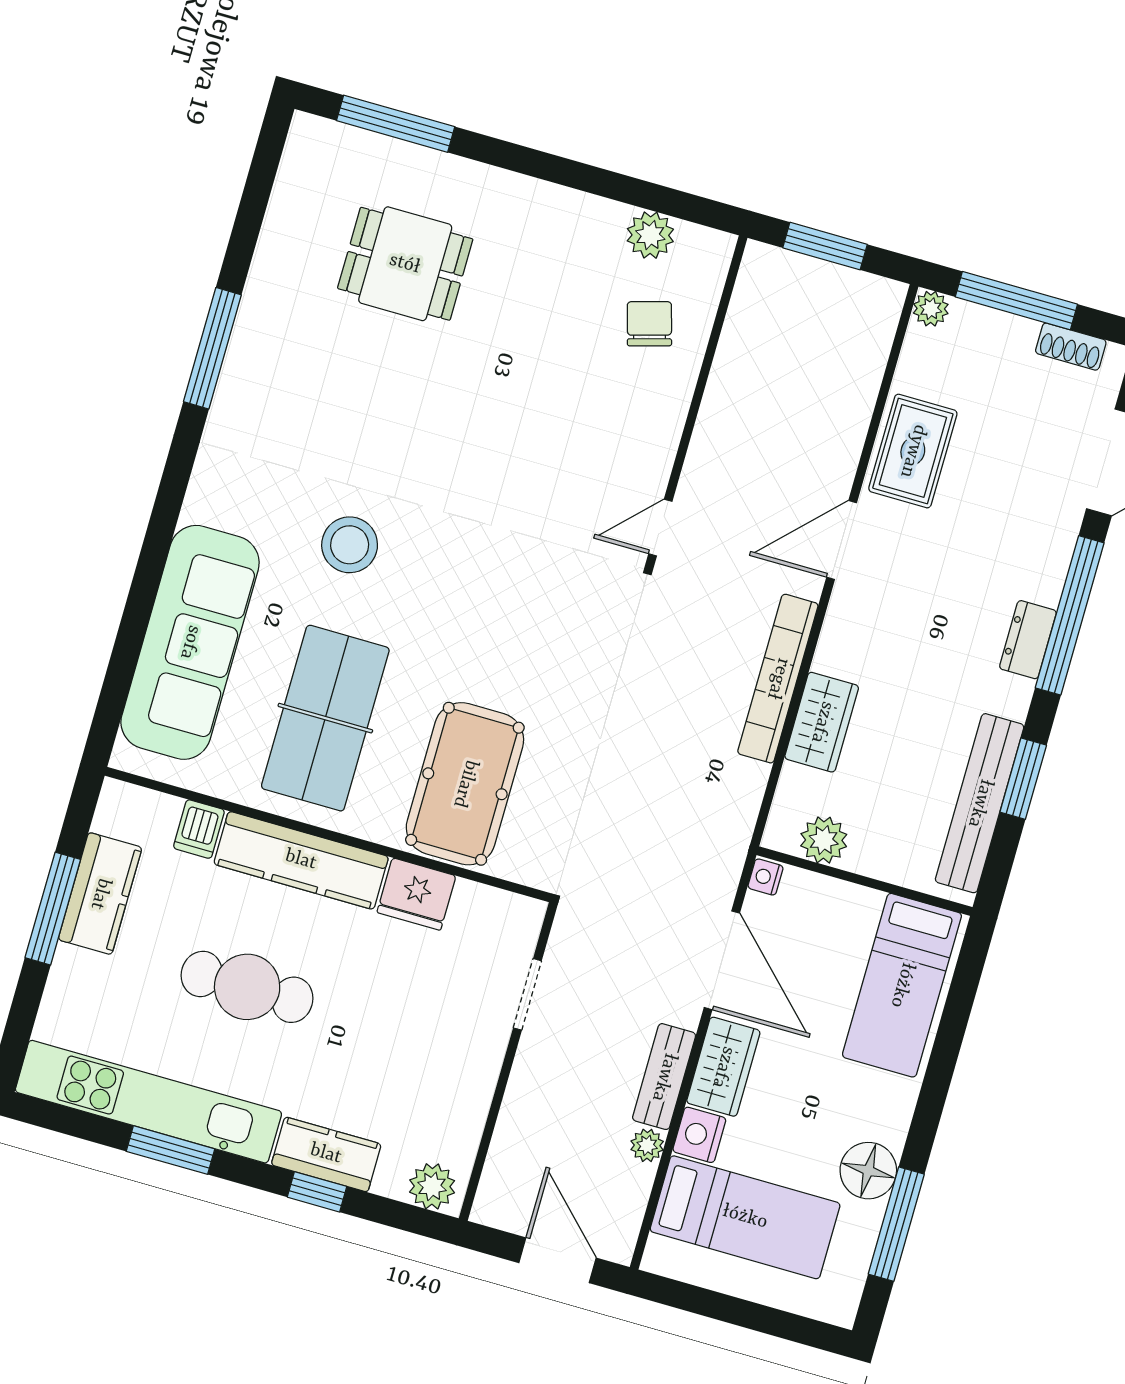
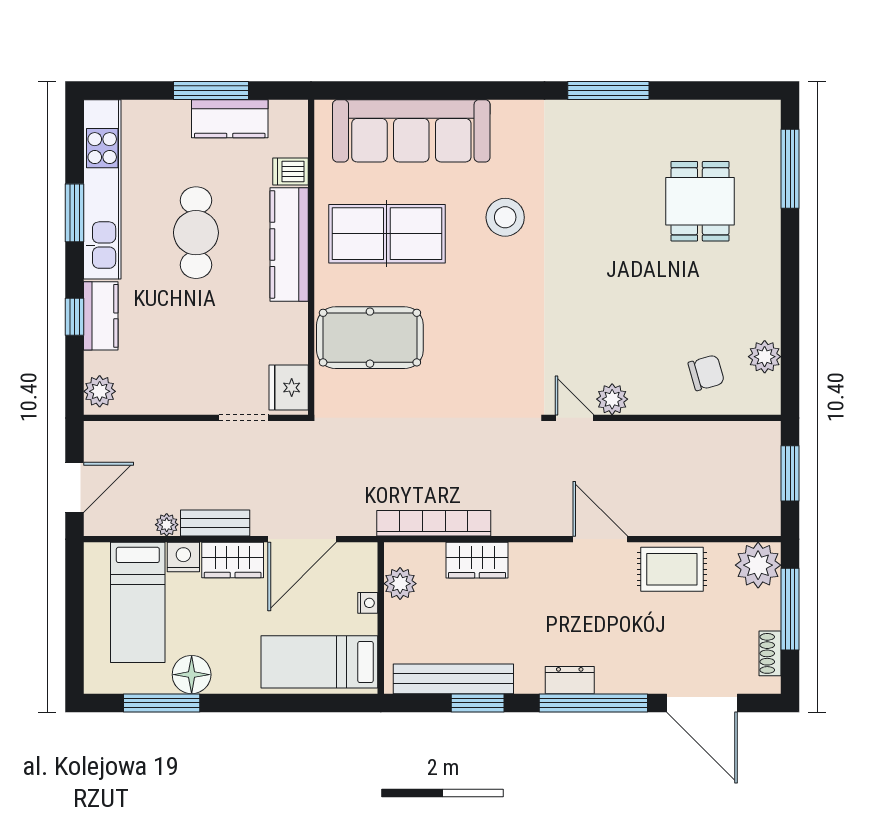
plant: (931, 309) -> (758, 565), width x1.87, depth x1.87
plant: (649, 467) -> (612, 399), added
bookcase: (778, 679) -> (434, 523), moved
nightstand: (765, 877) -> (368, 603), moved, turned 90
fridge: (416, 894) -> (289, 388), moved

